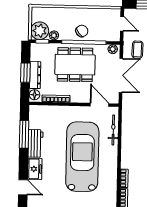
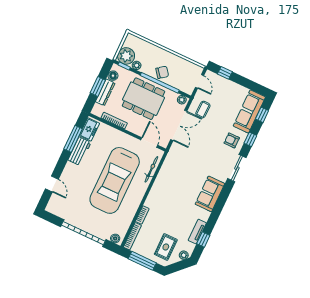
floor lamp: (35, 95) -> (113, 76), moved
car: (82, 157) -> (115, 180), turned 180
freezer: (35, 169) -> (89, 129), moved

